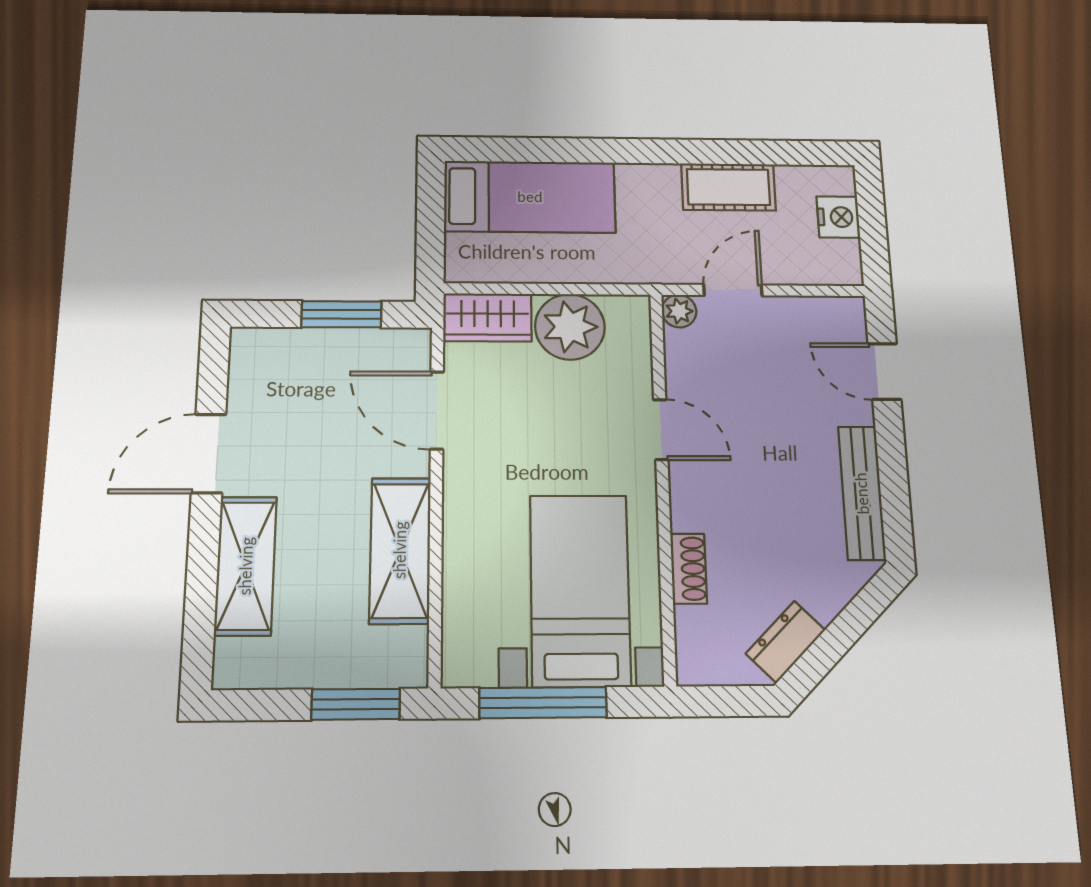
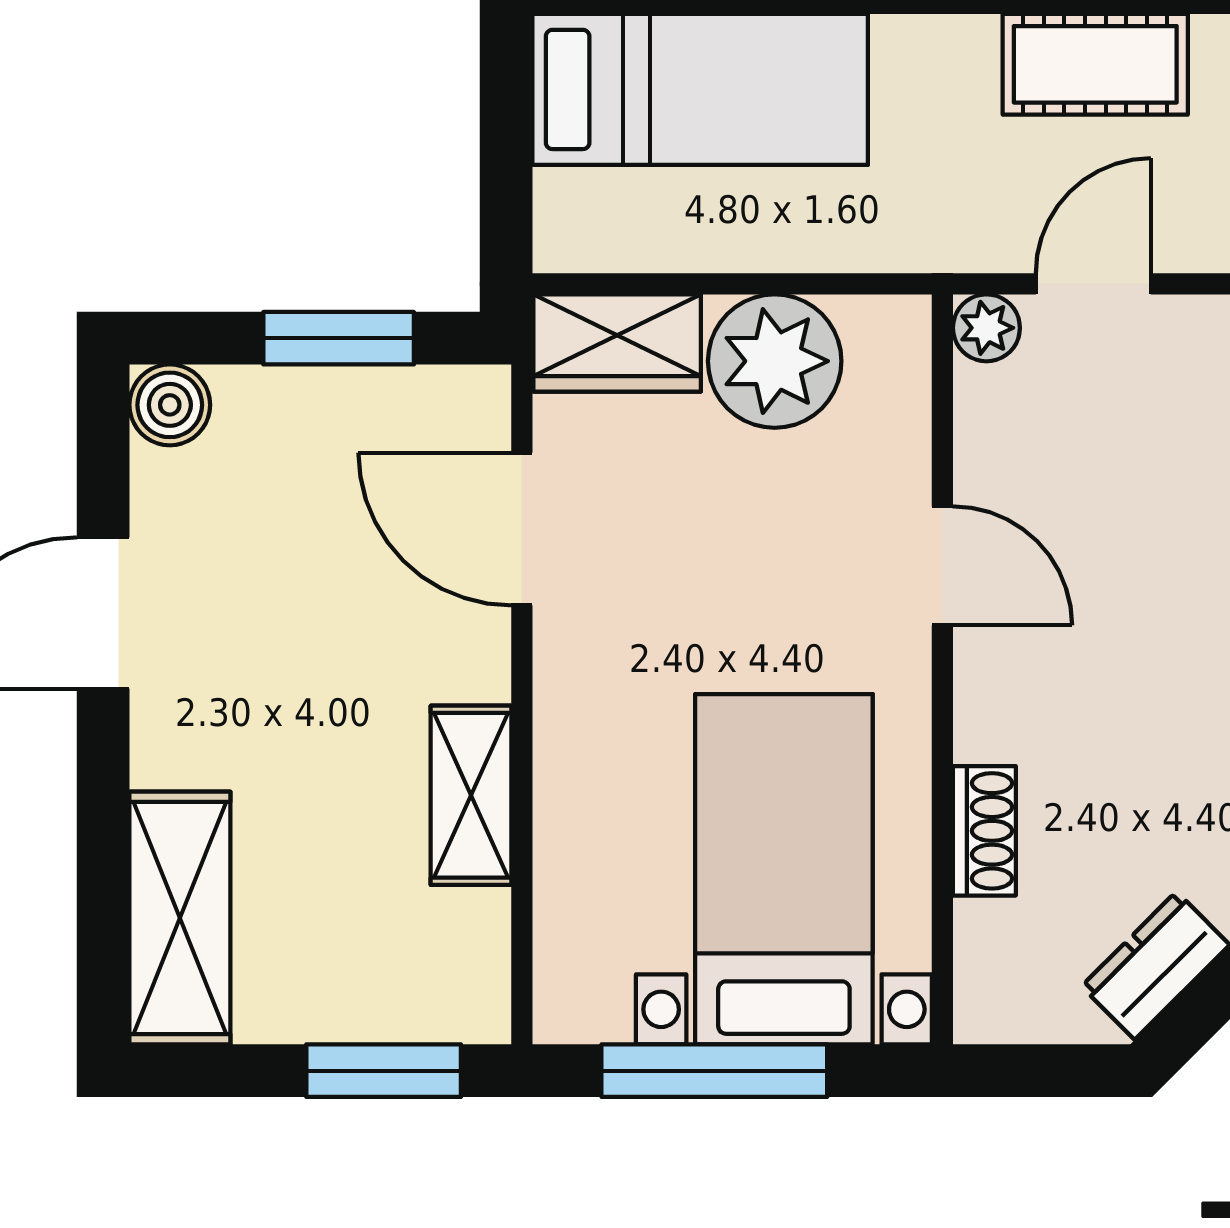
boiler: (250, 347) -> (170, 405), added
shelving: (400, 550) -> (471, 795), width x0.67, depth x0.75
shelving: (246, 566) -> (180, 918), moved

